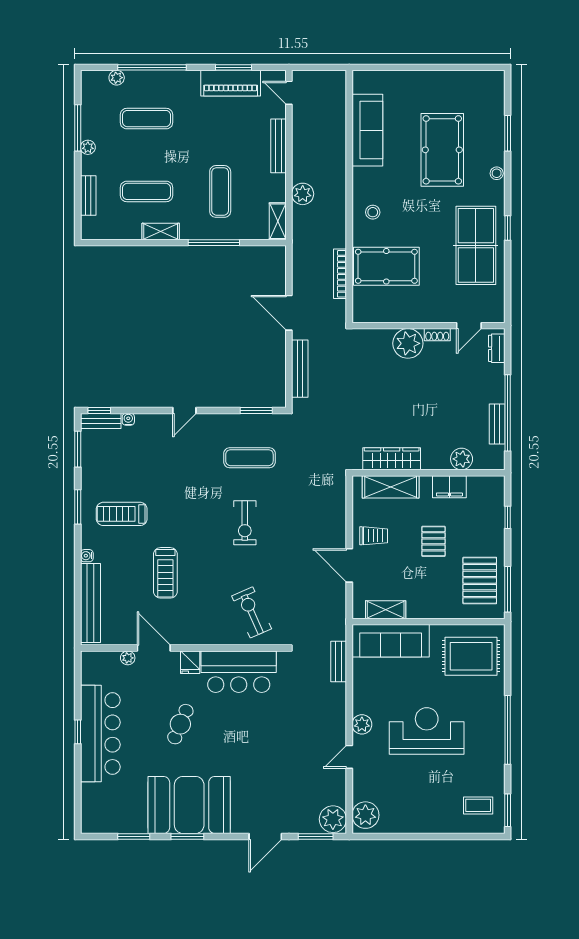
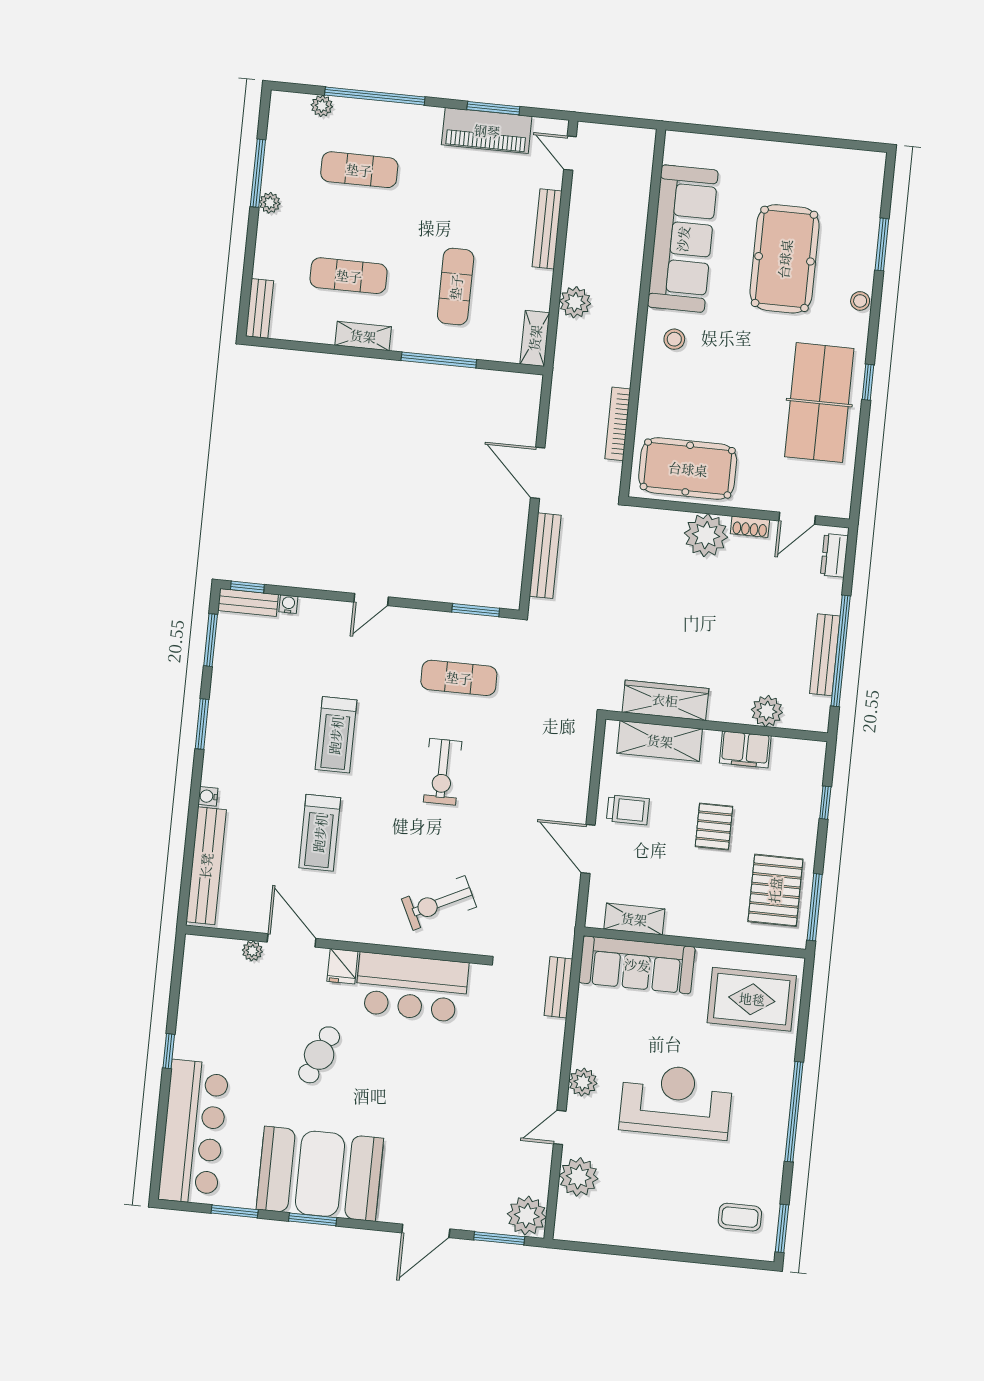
sofa: (367, 130) -> (683, 239), width x1.36, depth x1.27
bench: (88, 196) -> (260, 308), moved
pool table: (386, 266) -> (688, 469), moved
bench: (497, 424) -> (825, 655), width x1.36
treadmill: (122, 514) -> (336, 735), moved, turned -90
exercise bike: (252, 612) -> (439, 903), turned -92
bar counter: (100, 734) -> (194, 1132), moved
plant: (365, 815) -> (579, 1177), moved

